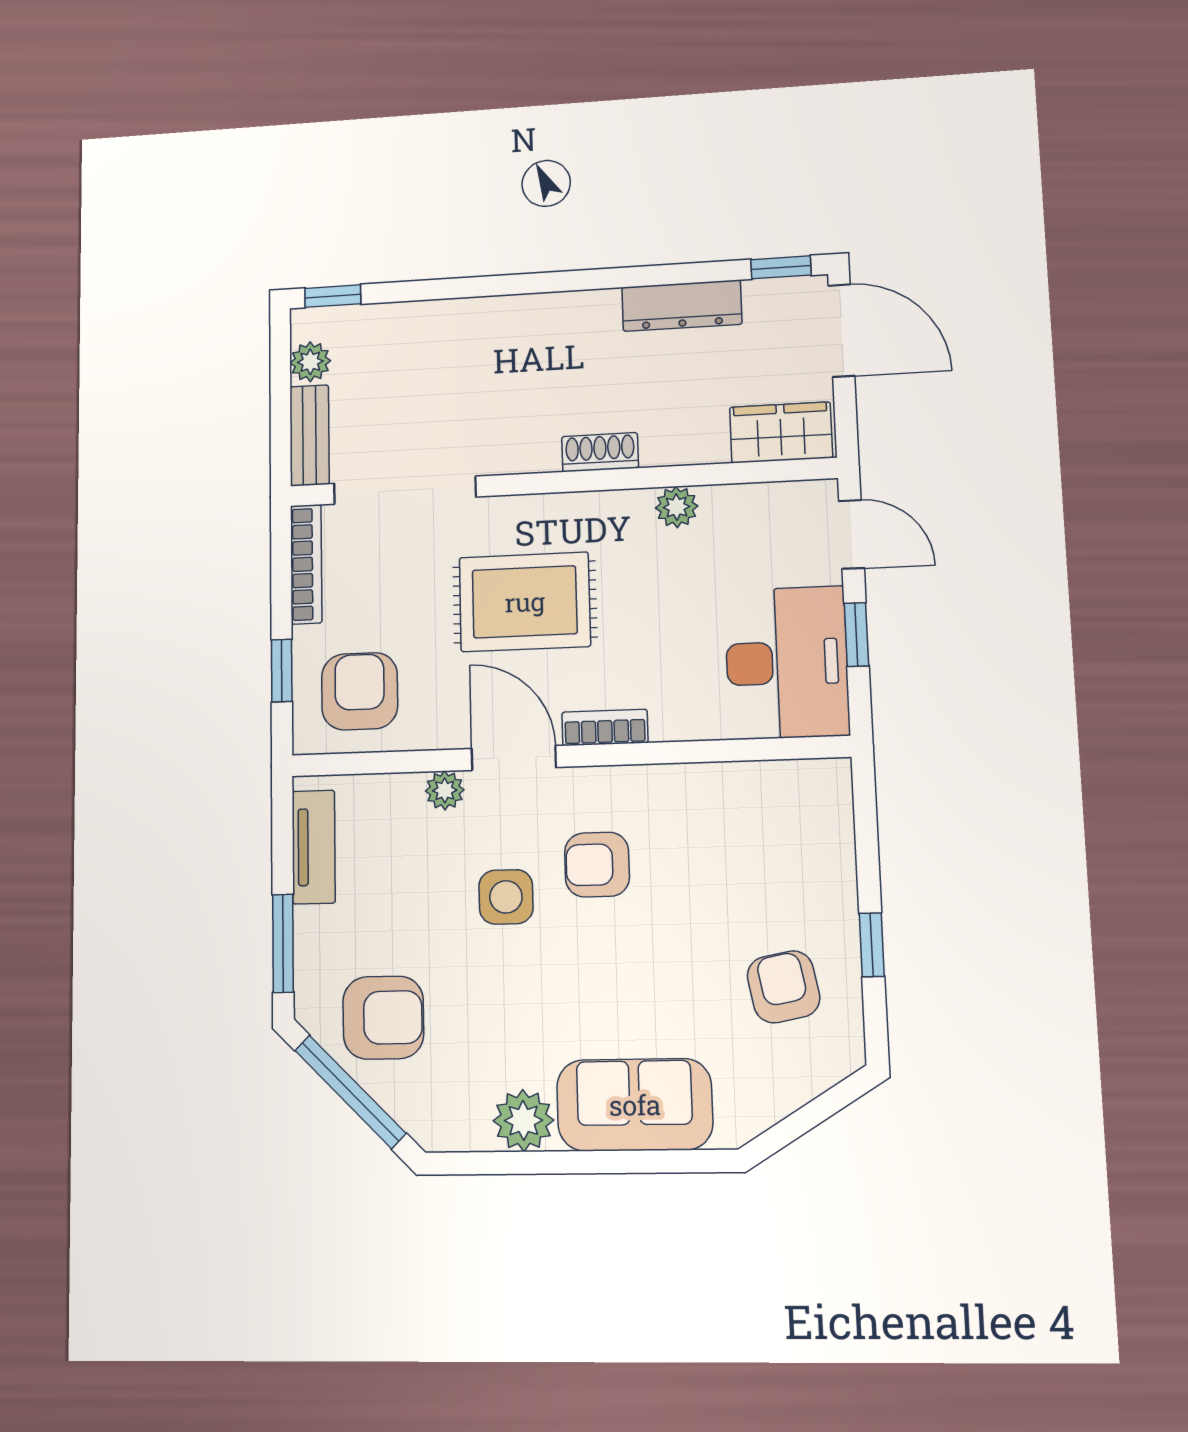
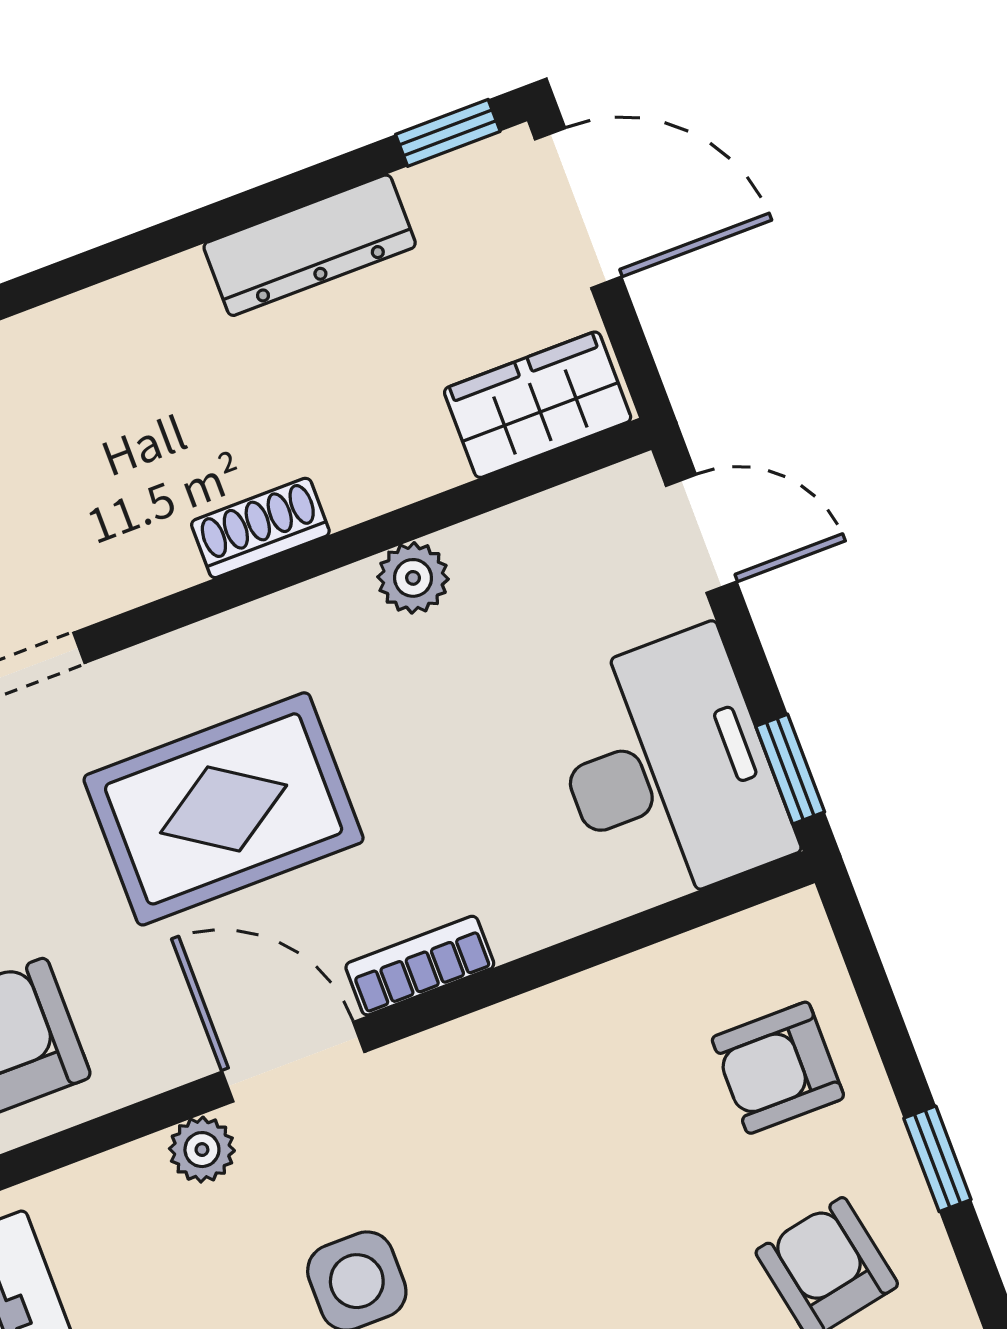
window: (856, 635) -> (790, 769), moved
armchair: (597, 865) -> (778, 1068), moved

